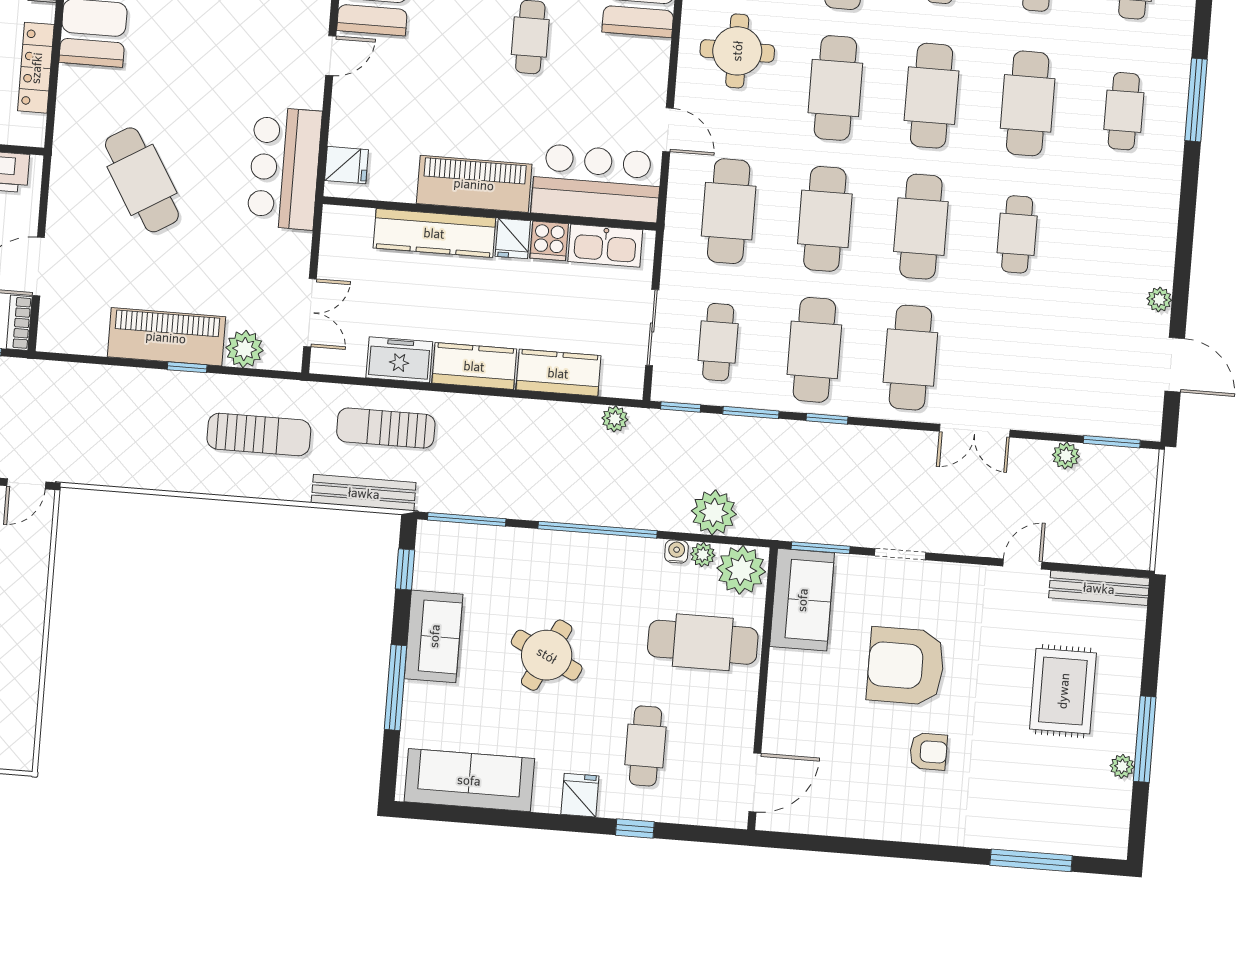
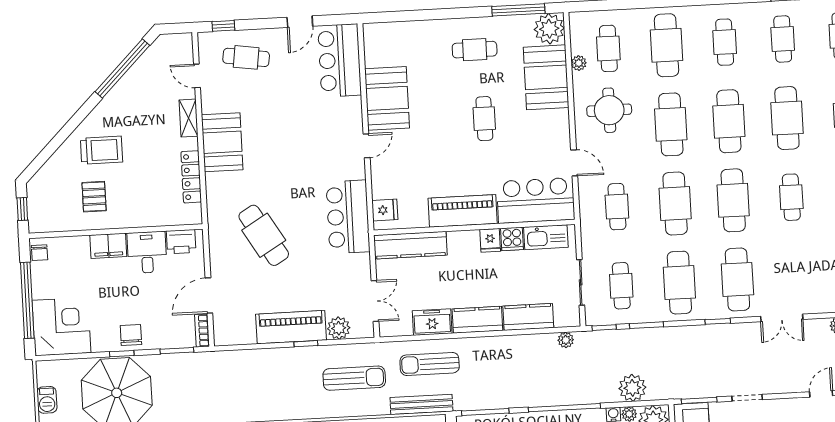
cafe table: (729, 211) -> (617, 207), width x0.73, depth x0.74
kitchen counter: (434, 233) -> (410, 245), moved
window: (827, 419) -> (718, 321), moved

